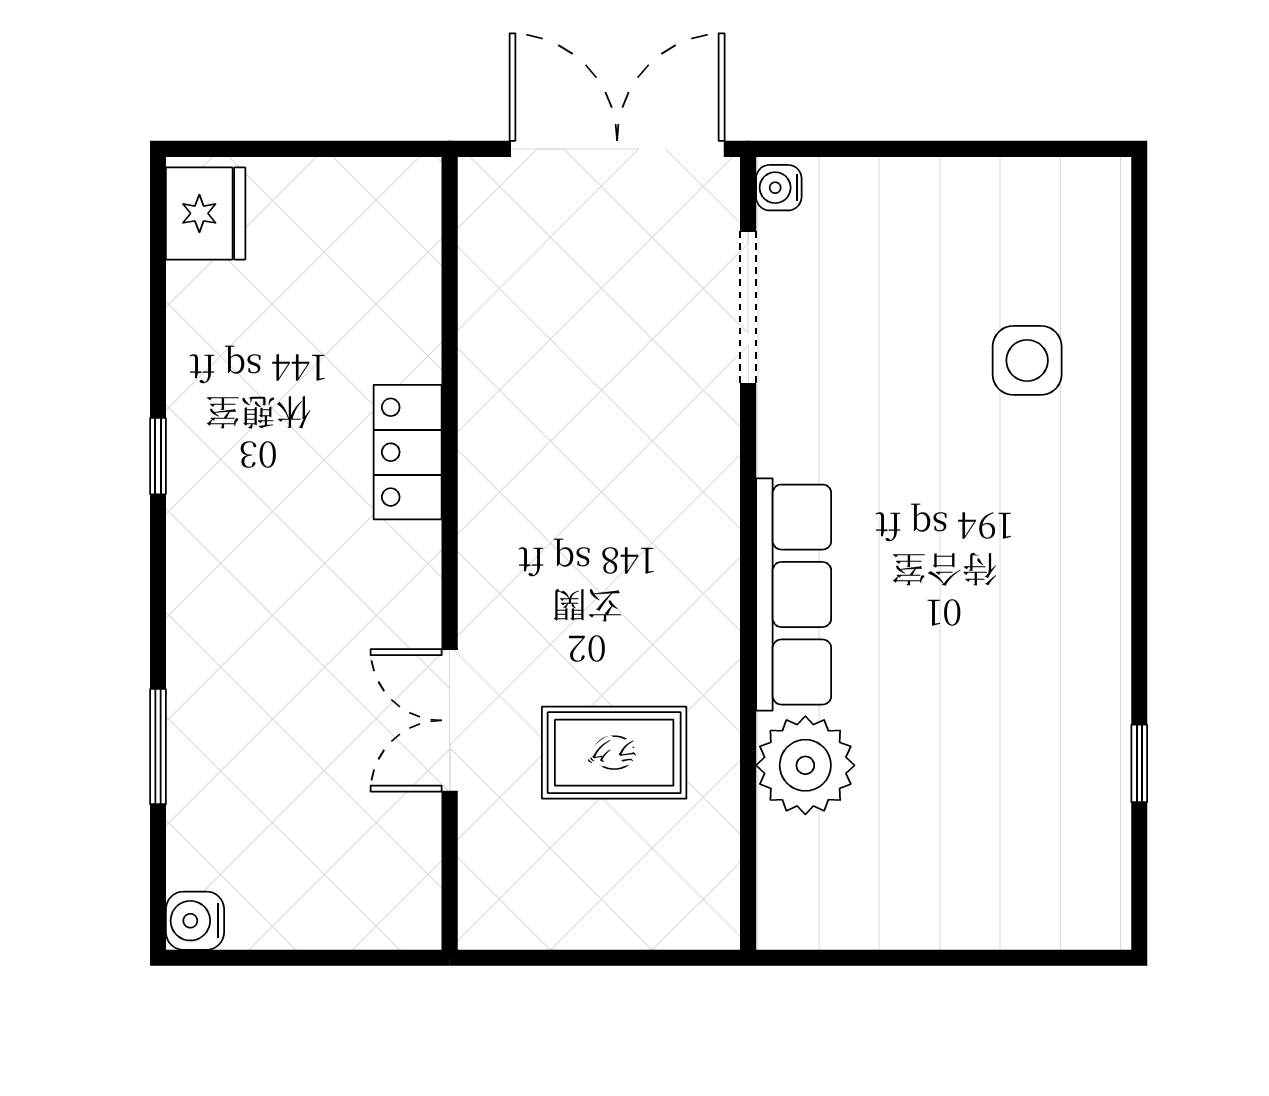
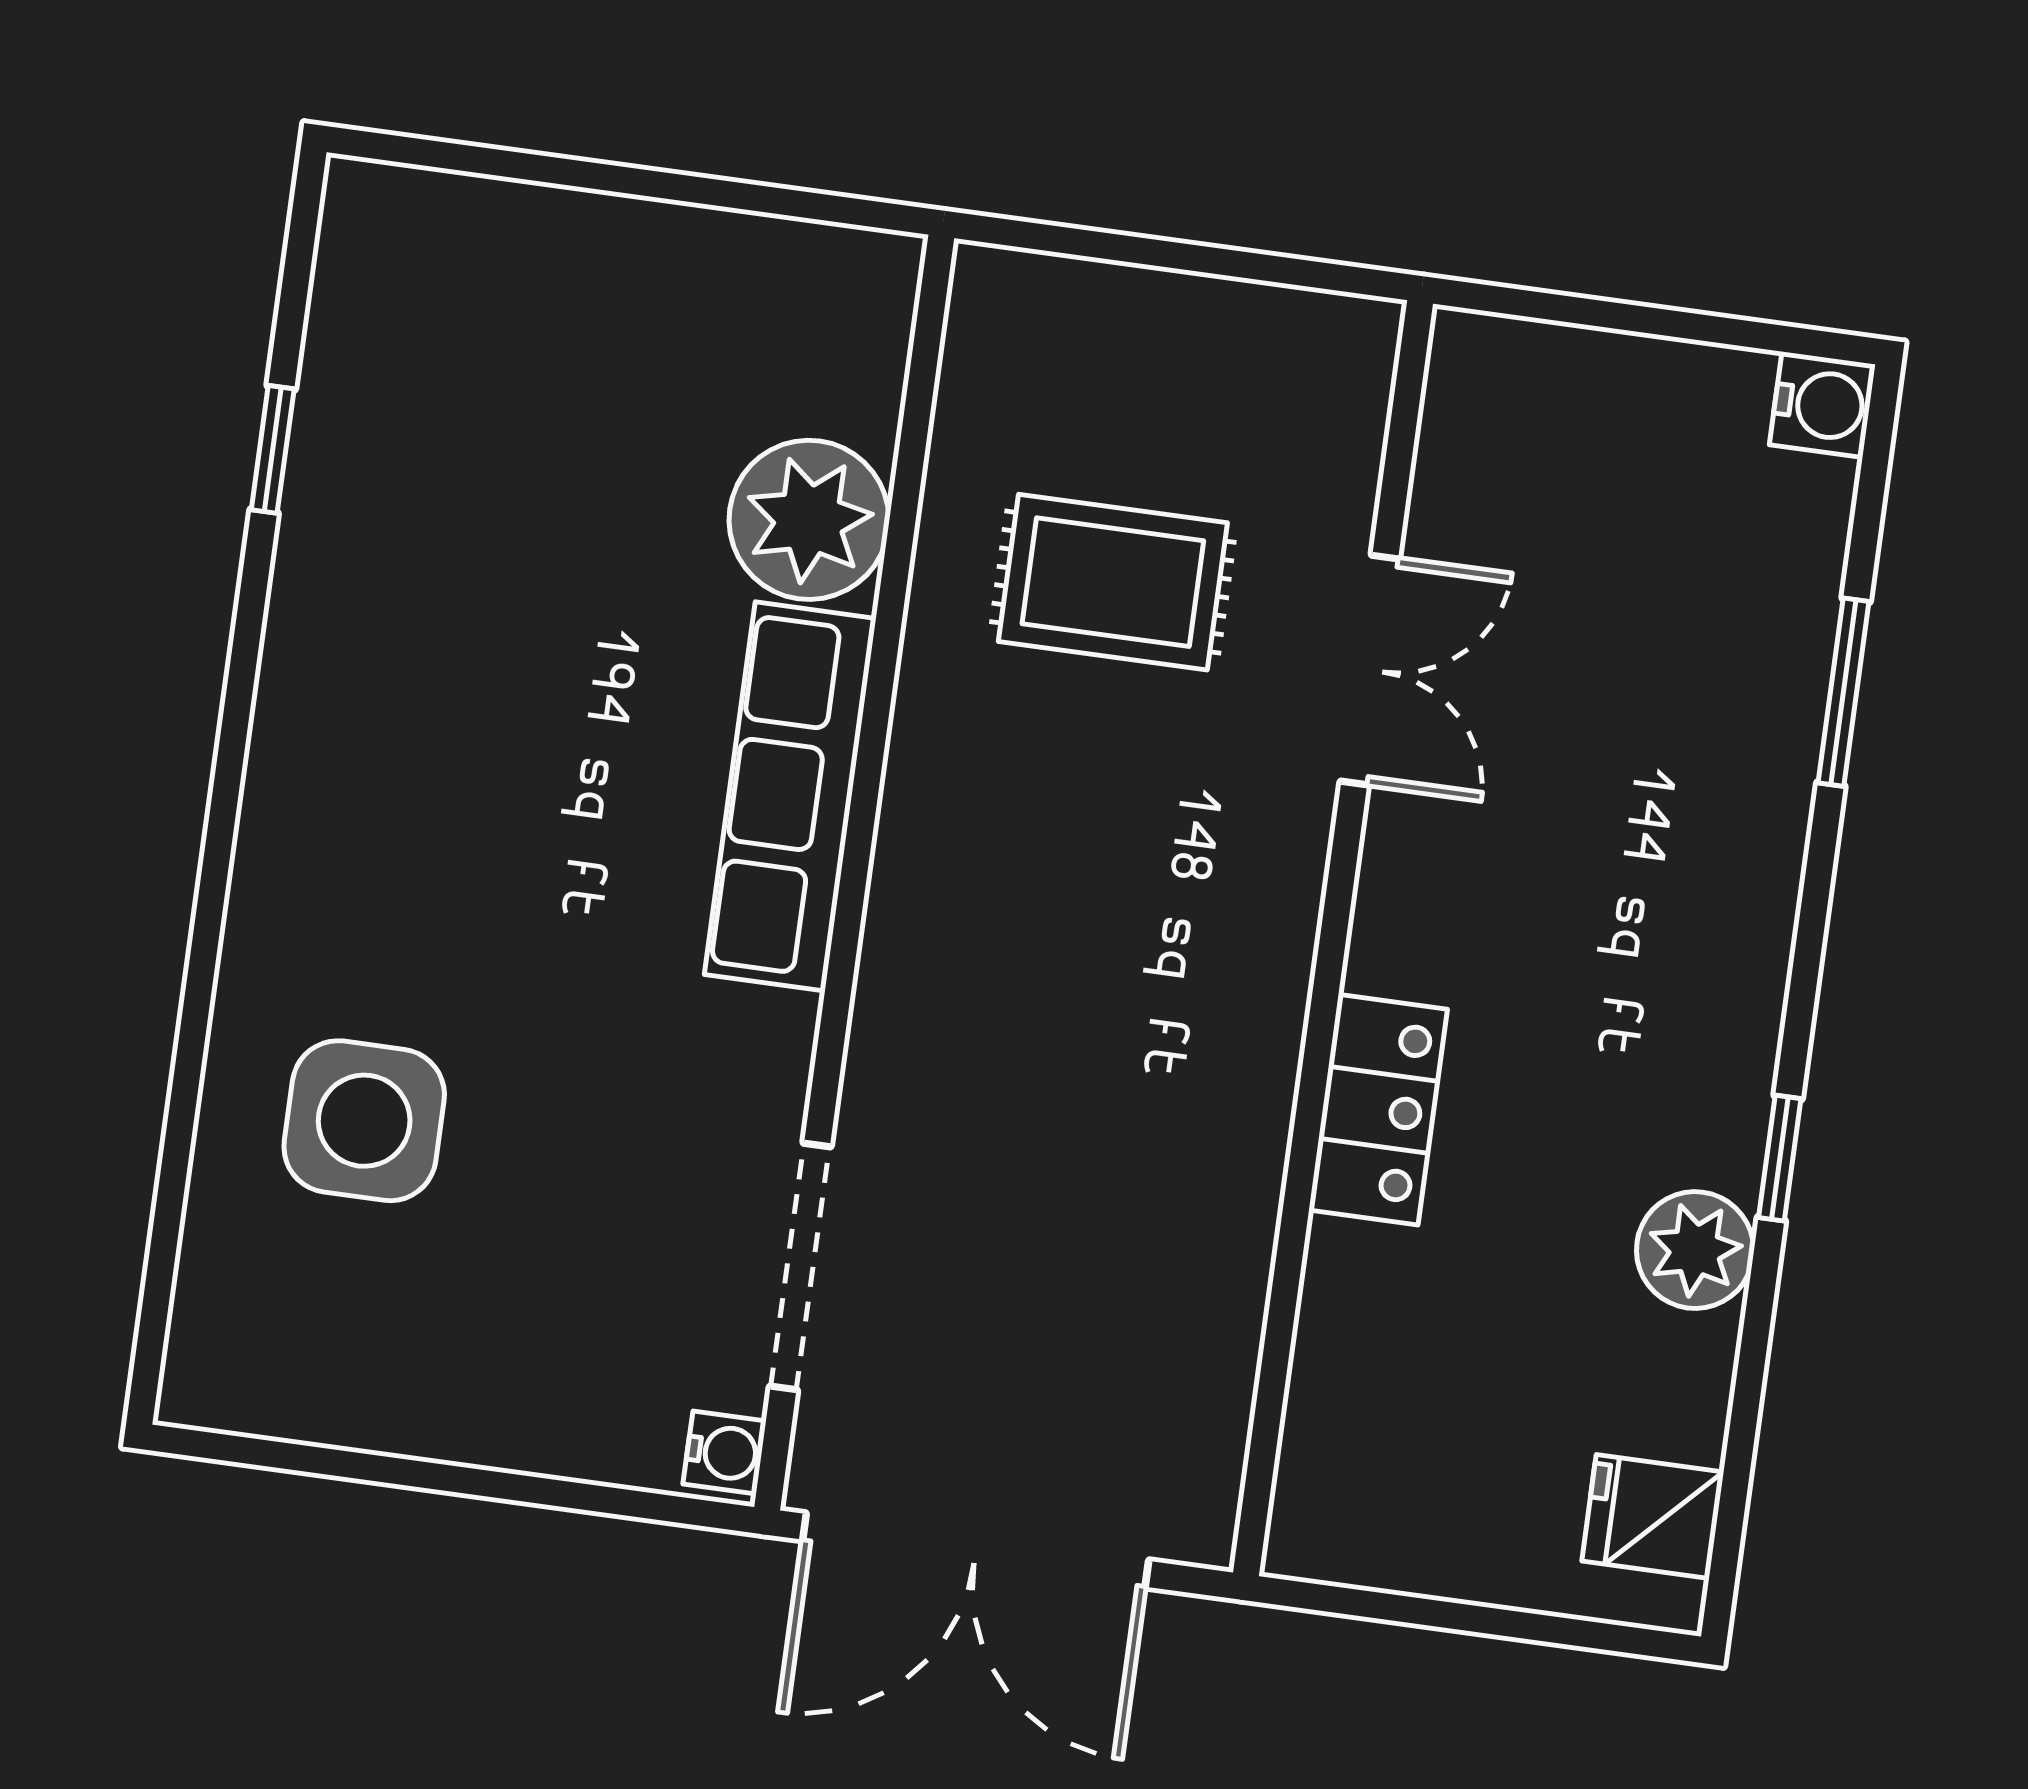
fridge: (206, 213) -> (1653, 1517), width x0.72
side table: (1027, 360) -> (364, 1121), width x1.37, depth x1.37
plant: (202, 393) -> (1695, 1250), added

